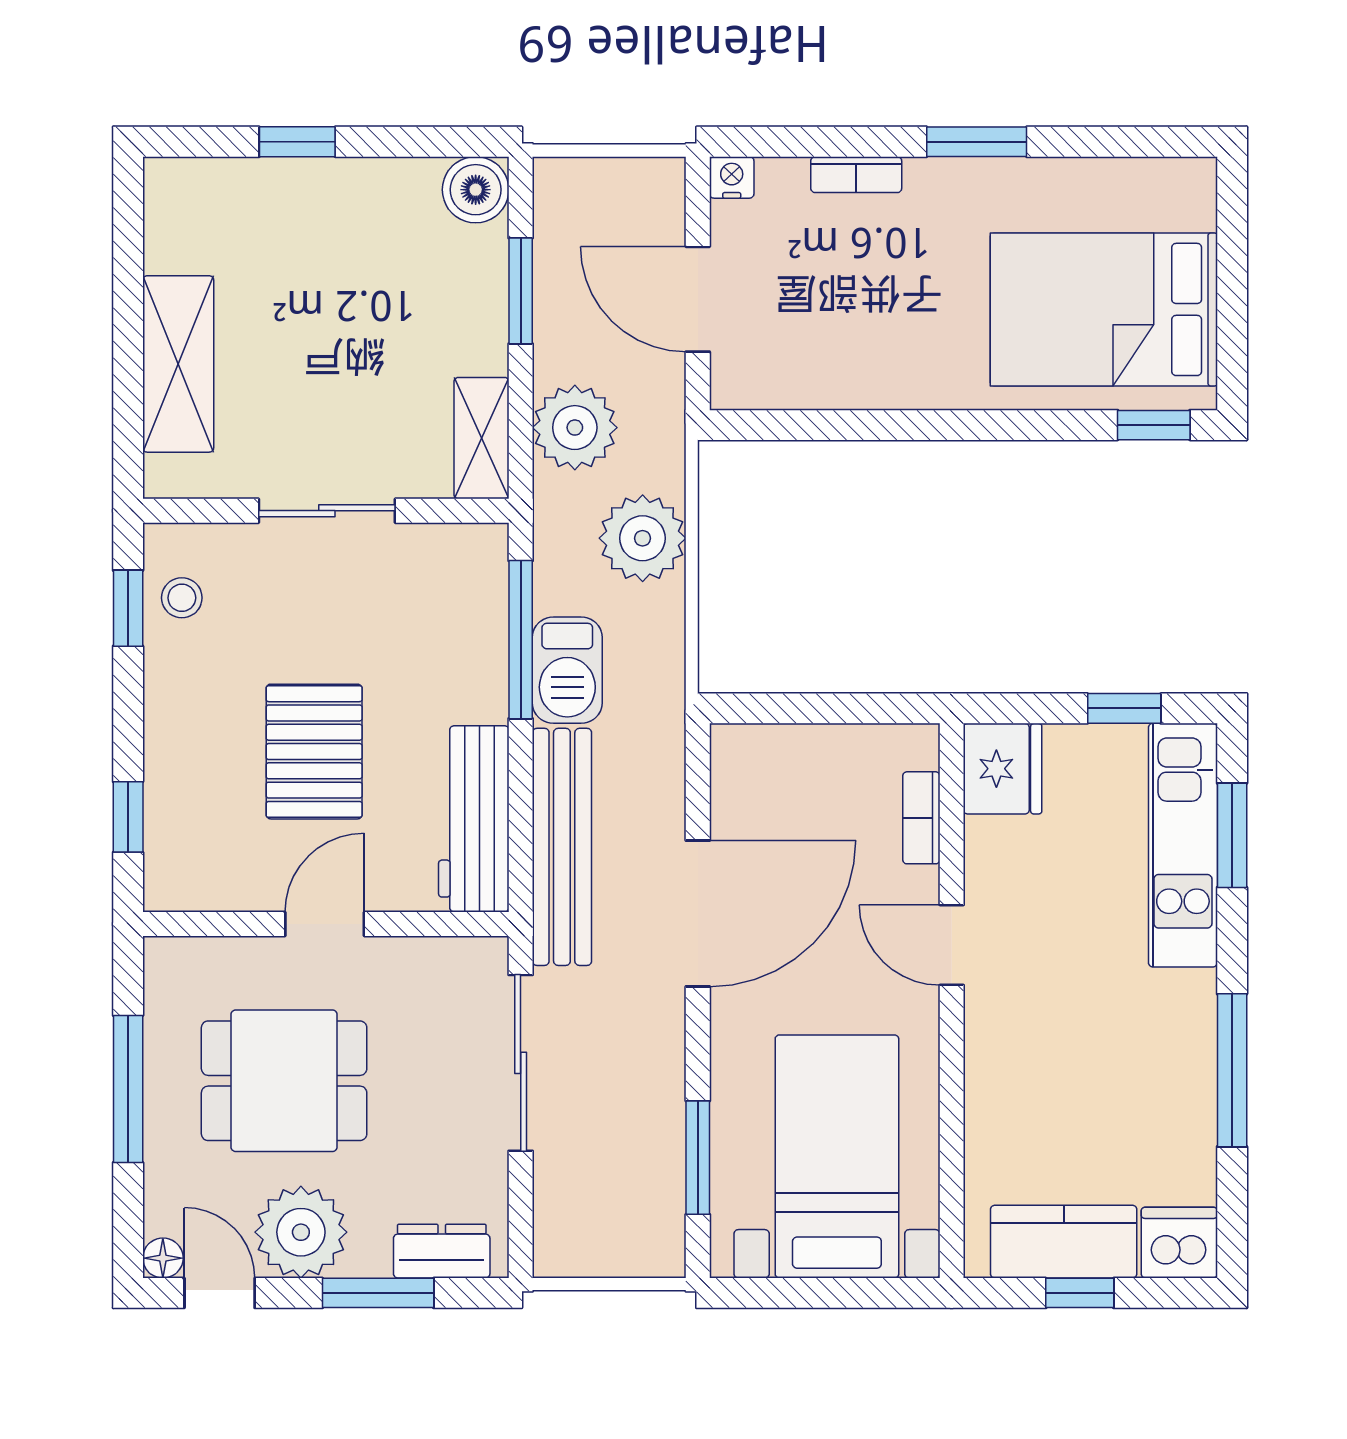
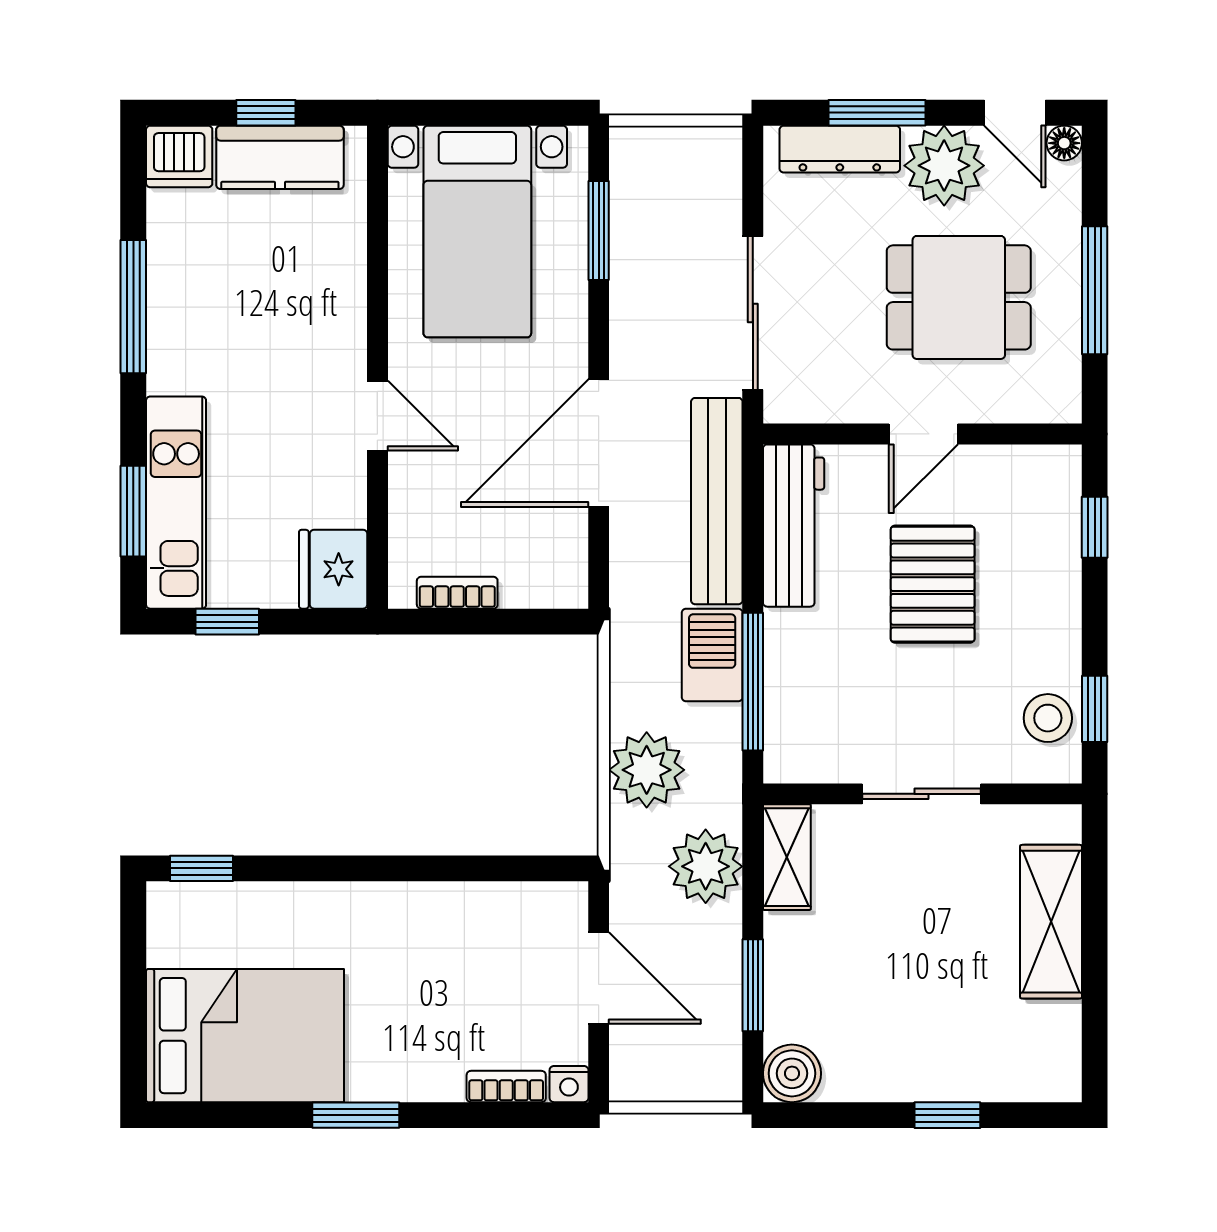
bookcase: (856, 175) -> (506, 1087), moved
bed: (1104, 309) -> (245, 1036), moved
stool: (182, 598) -> (1048, 718), width x1.37, depth x1.37
bookcase: (921, 818) -> (457, 593), moved, turned -90
dresser: (442, 1251) -> (840, 149), width x1.44

